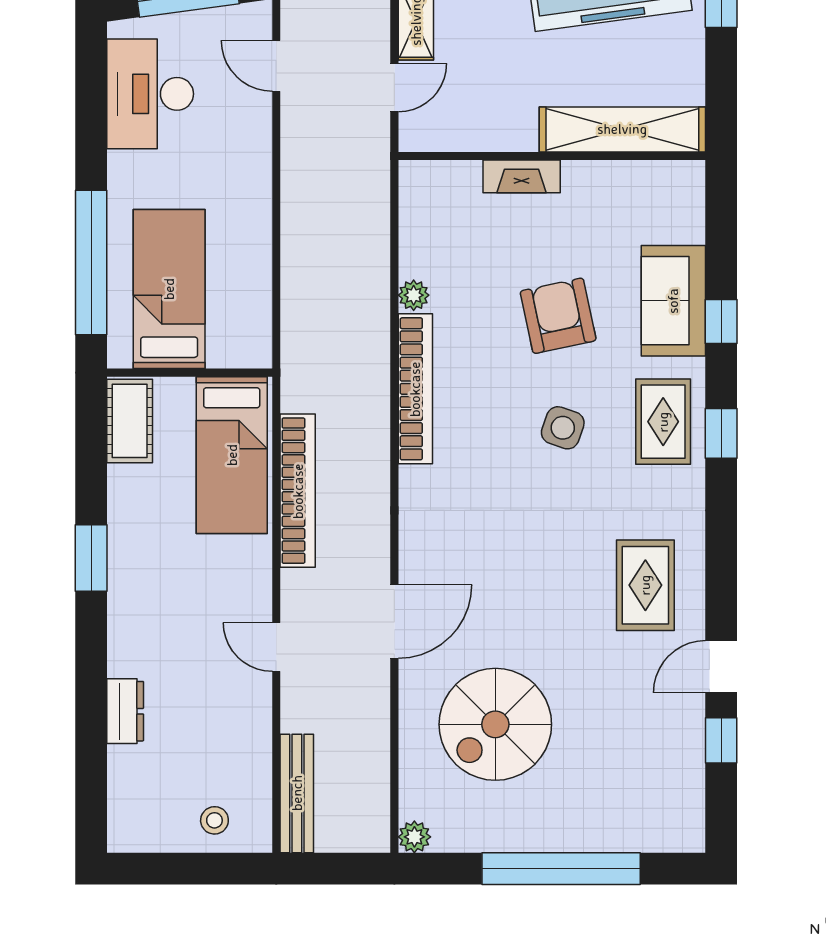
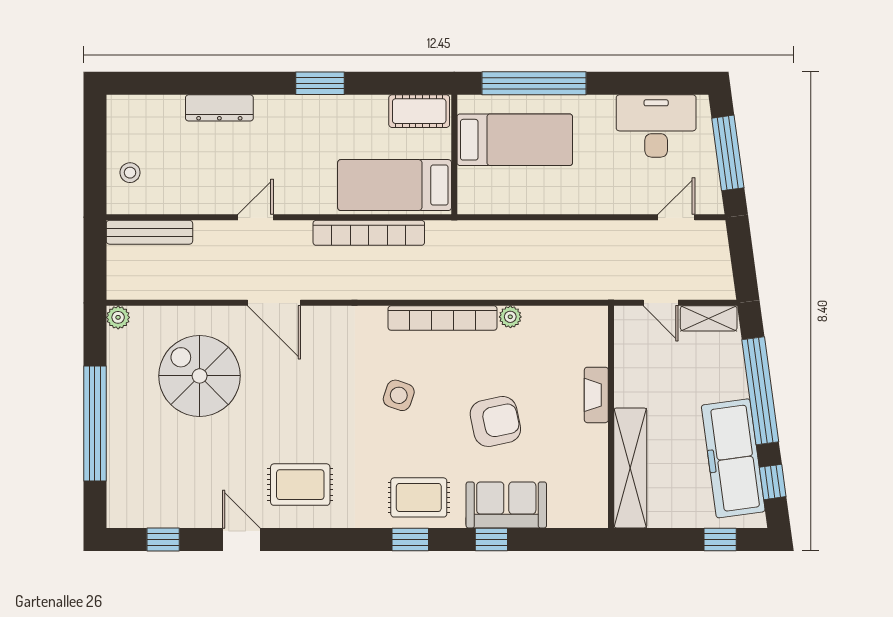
side table: (563, 428) -> (399, 395), moved
dresser: (125, 711) -> (219, 108), width x1.44
window: (721, 740) -> (163, 540), moved

